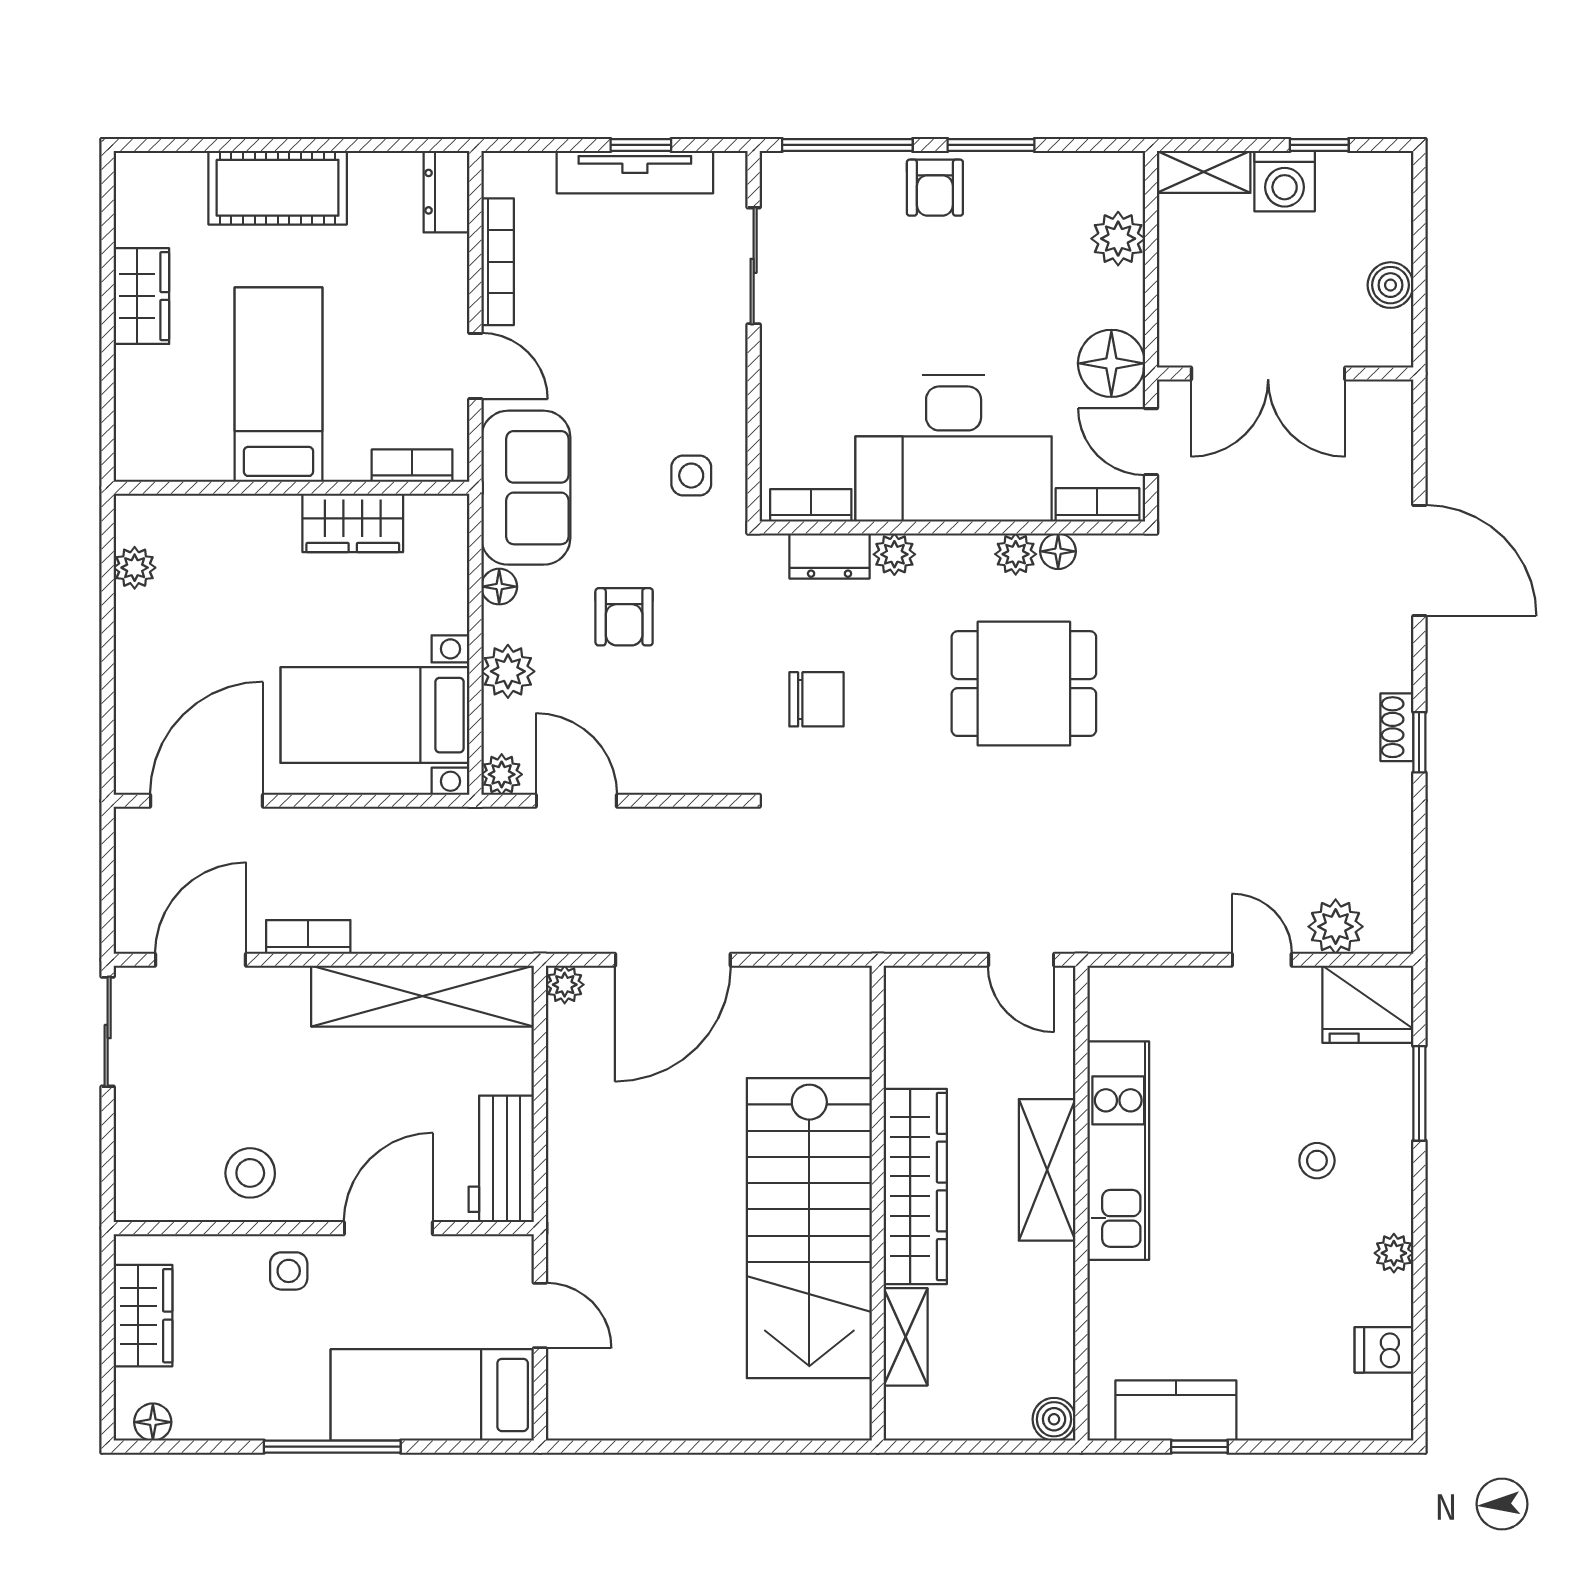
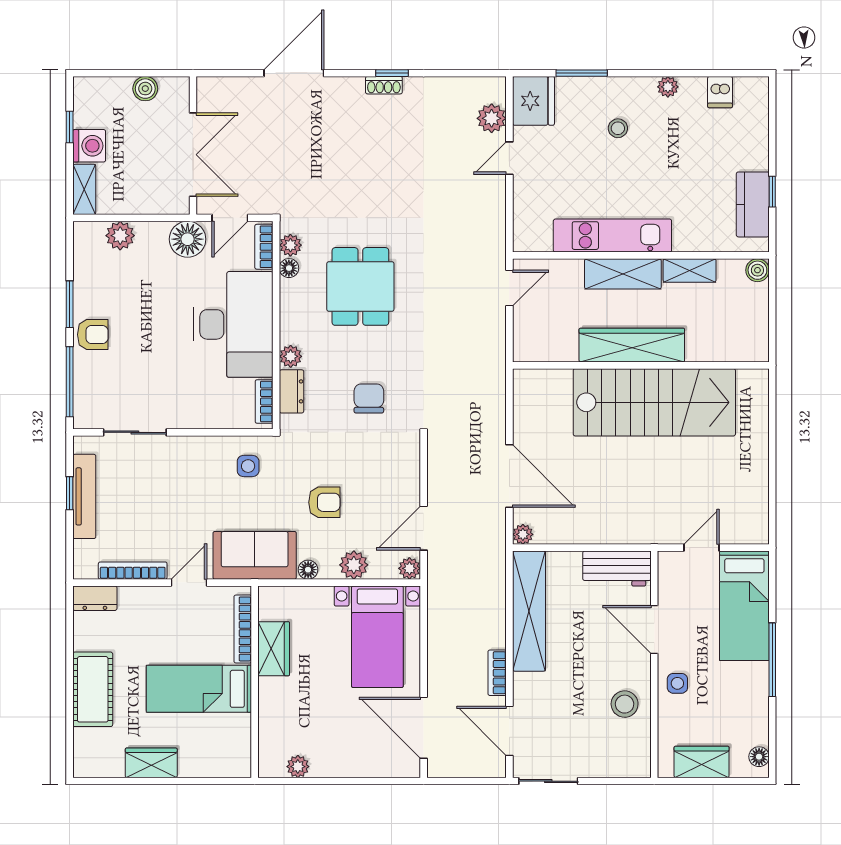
bookcase: (412, 466) -> (243, 629), width x1.56
plant: (1016, 554) -> (290, 245), moved
shelving: (906, 1337) -> (690, 270), moved

